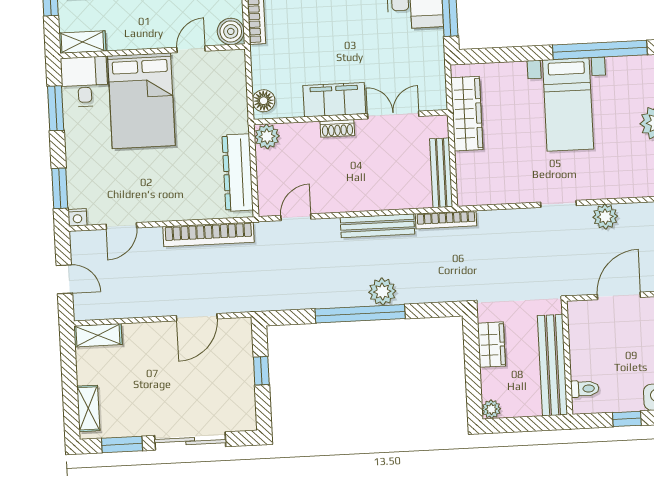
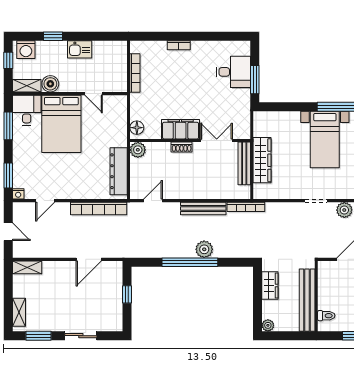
boiler: (231, 31) -> (50, 84), moved
door: (191, 49) -> (94, 94), swing flipped
wardrobe: (467, 114) -> (262, 160), moved
bench: (441, 173) -> (244, 163), moved
sliding door: (190, 441) -> (81, 336), width x0.73

